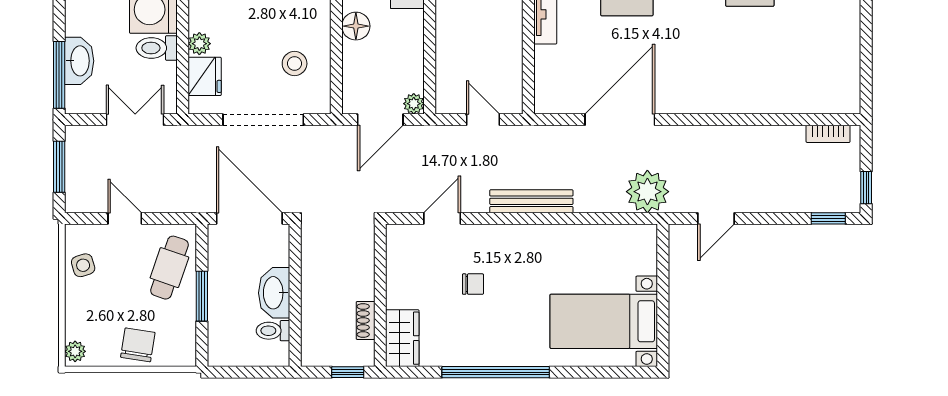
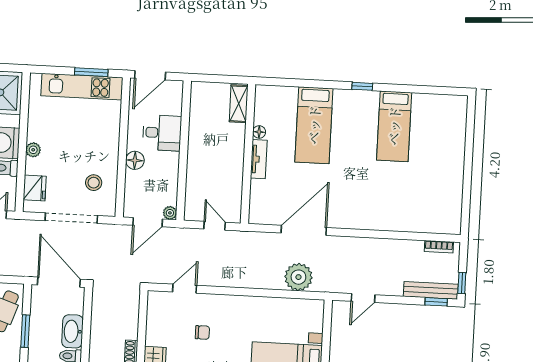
plant: (199, 44) -> (33, 150), moved
plant: (647, 192) -> (298, 277), moved
bench: (531, 201) -> (431, 290), moved

